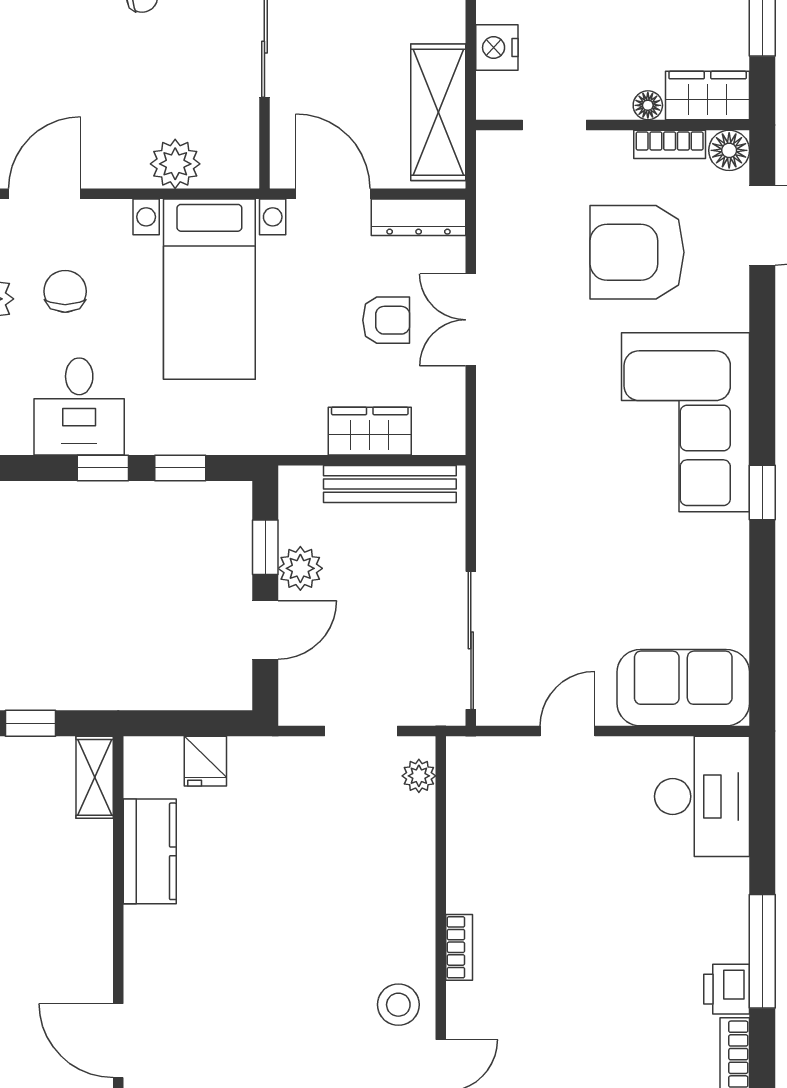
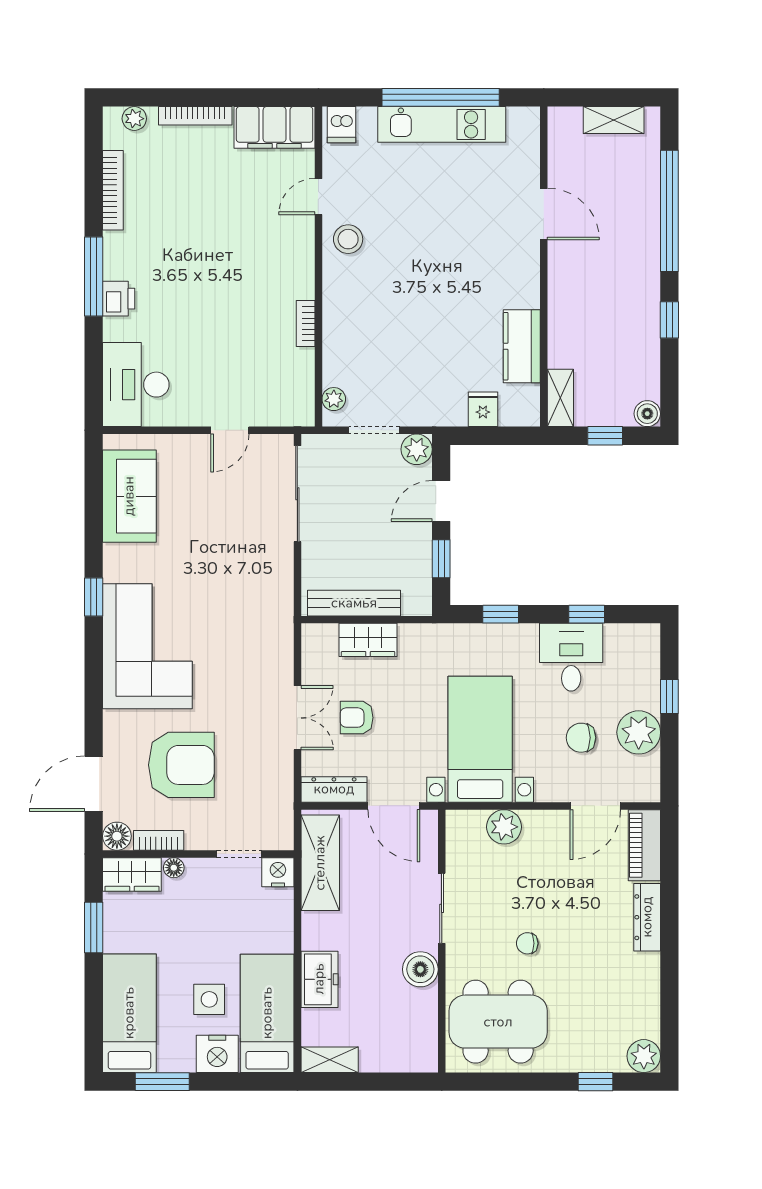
nightstand: (497, 48) -> (278, 872), moved, turned -90
chair: (65, 291) -> (581, 738), turned 90
window: (103, 468) -> (587, 614), moved
plant: (300, 568) -> (417, 449), moved
sofa: (683, 688) -> (129, 496), moved, turned -90
bookcase: (459, 947) -> (306, 324), moved
printer: (727, 989) -> (119, 299), moved

